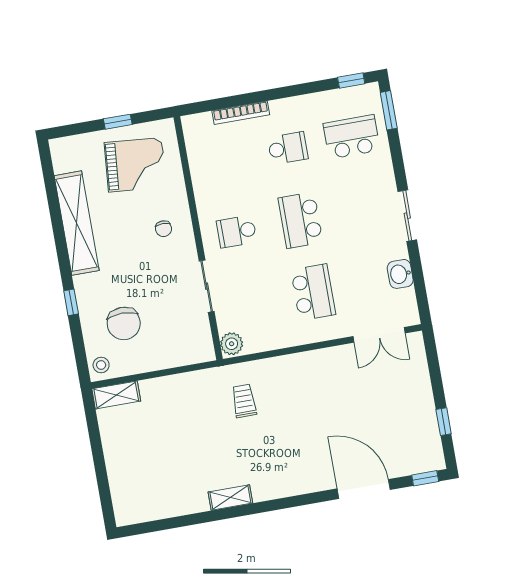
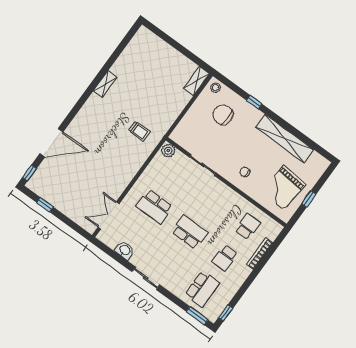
school desk: (237, 231) -> (248, 227), moved

